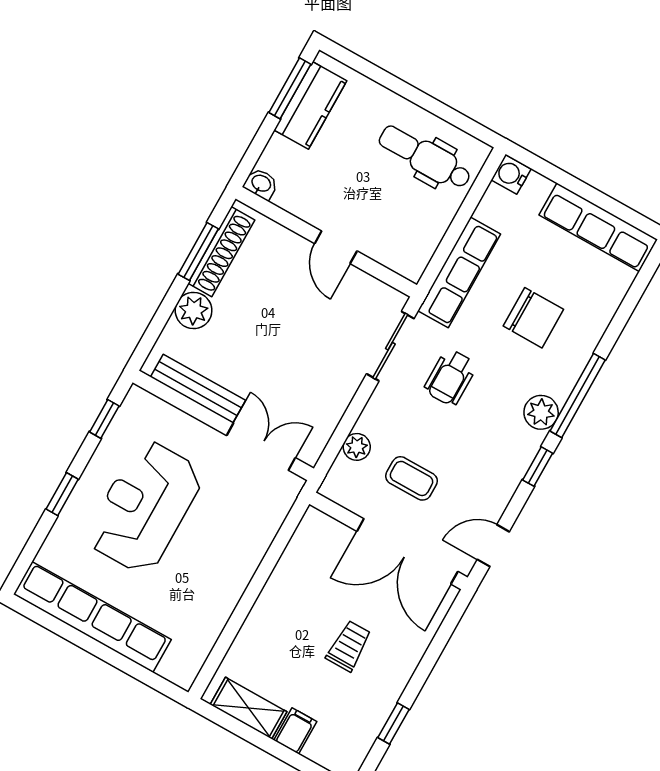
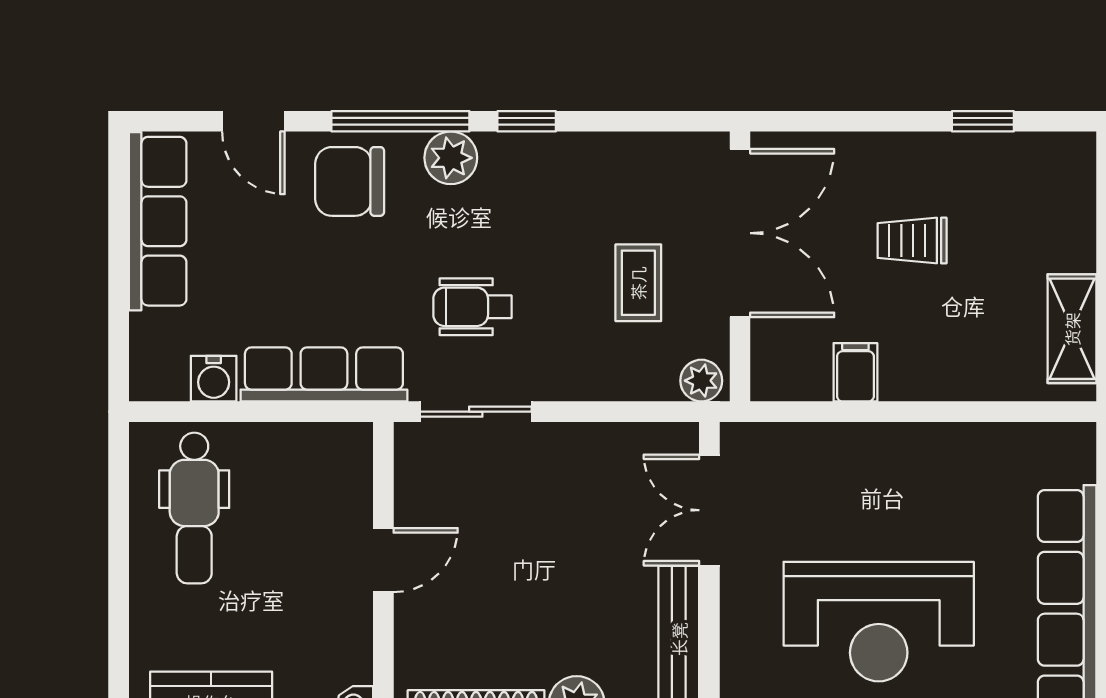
water cooler: (511, 174) -> (214, 379), moved
chair: (533, 318) -> (350, 181), moved, turned -90
wheelchair: (450, 377) -> (472, 307), turned 180
plant: (357, 447) -> (701, 381), moved
door: (493, 546) -> (253, 121), moved
filing cabinet: (295, 731) -> (855, 372), moved, turned 90

